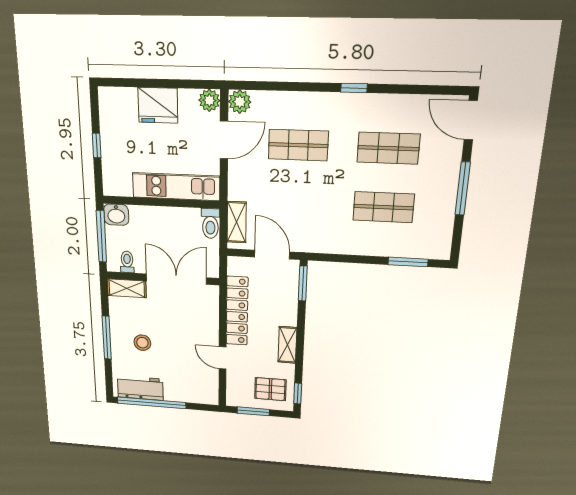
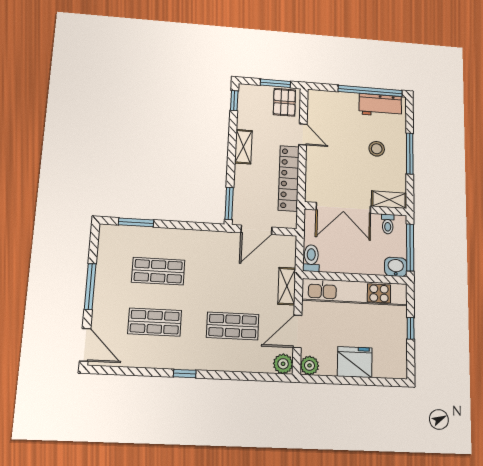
kitchen unit: (176, 187) -> (355, 292), width x1.36
shelving: (237, 222) -> (287, 286), moved
door: (272, 255) -> (256, 230), hinge flipped
pallet: (270, 389) -> (284, 102), moved, turned 90

